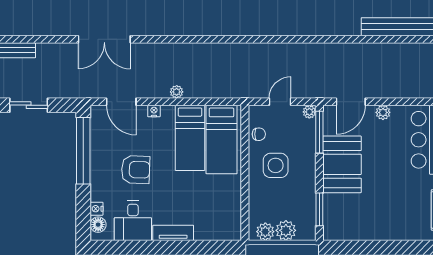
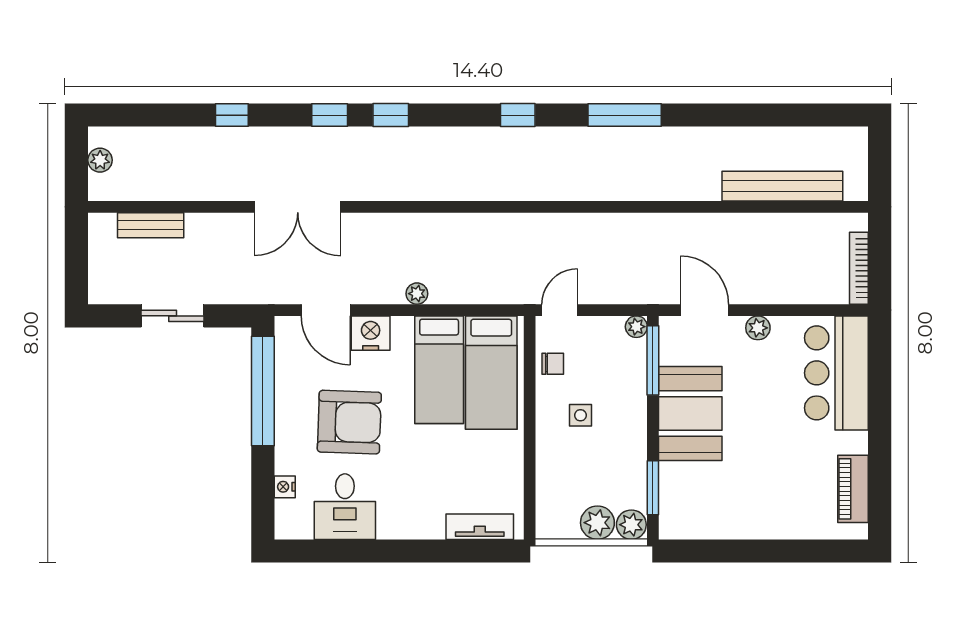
door: (280, 102) -> (560, 310), moved
door: (351, 102) -> (705, 310), swing flipped
nightstand: (154, 111) -> (371, 333), width x1.89, depth x1.79
side table: (276, 165) -> (580, 415), width x0.54, depth x0.54
armchair: (136, 170) -> (349, 422), width x1.36, depth x1.36
floor lamp: (98, 225) -> (287, 513), removed
plant: (265, 232) -> (631, 525), moved
tv unit: (173, 233) -> (480, 527), moved

